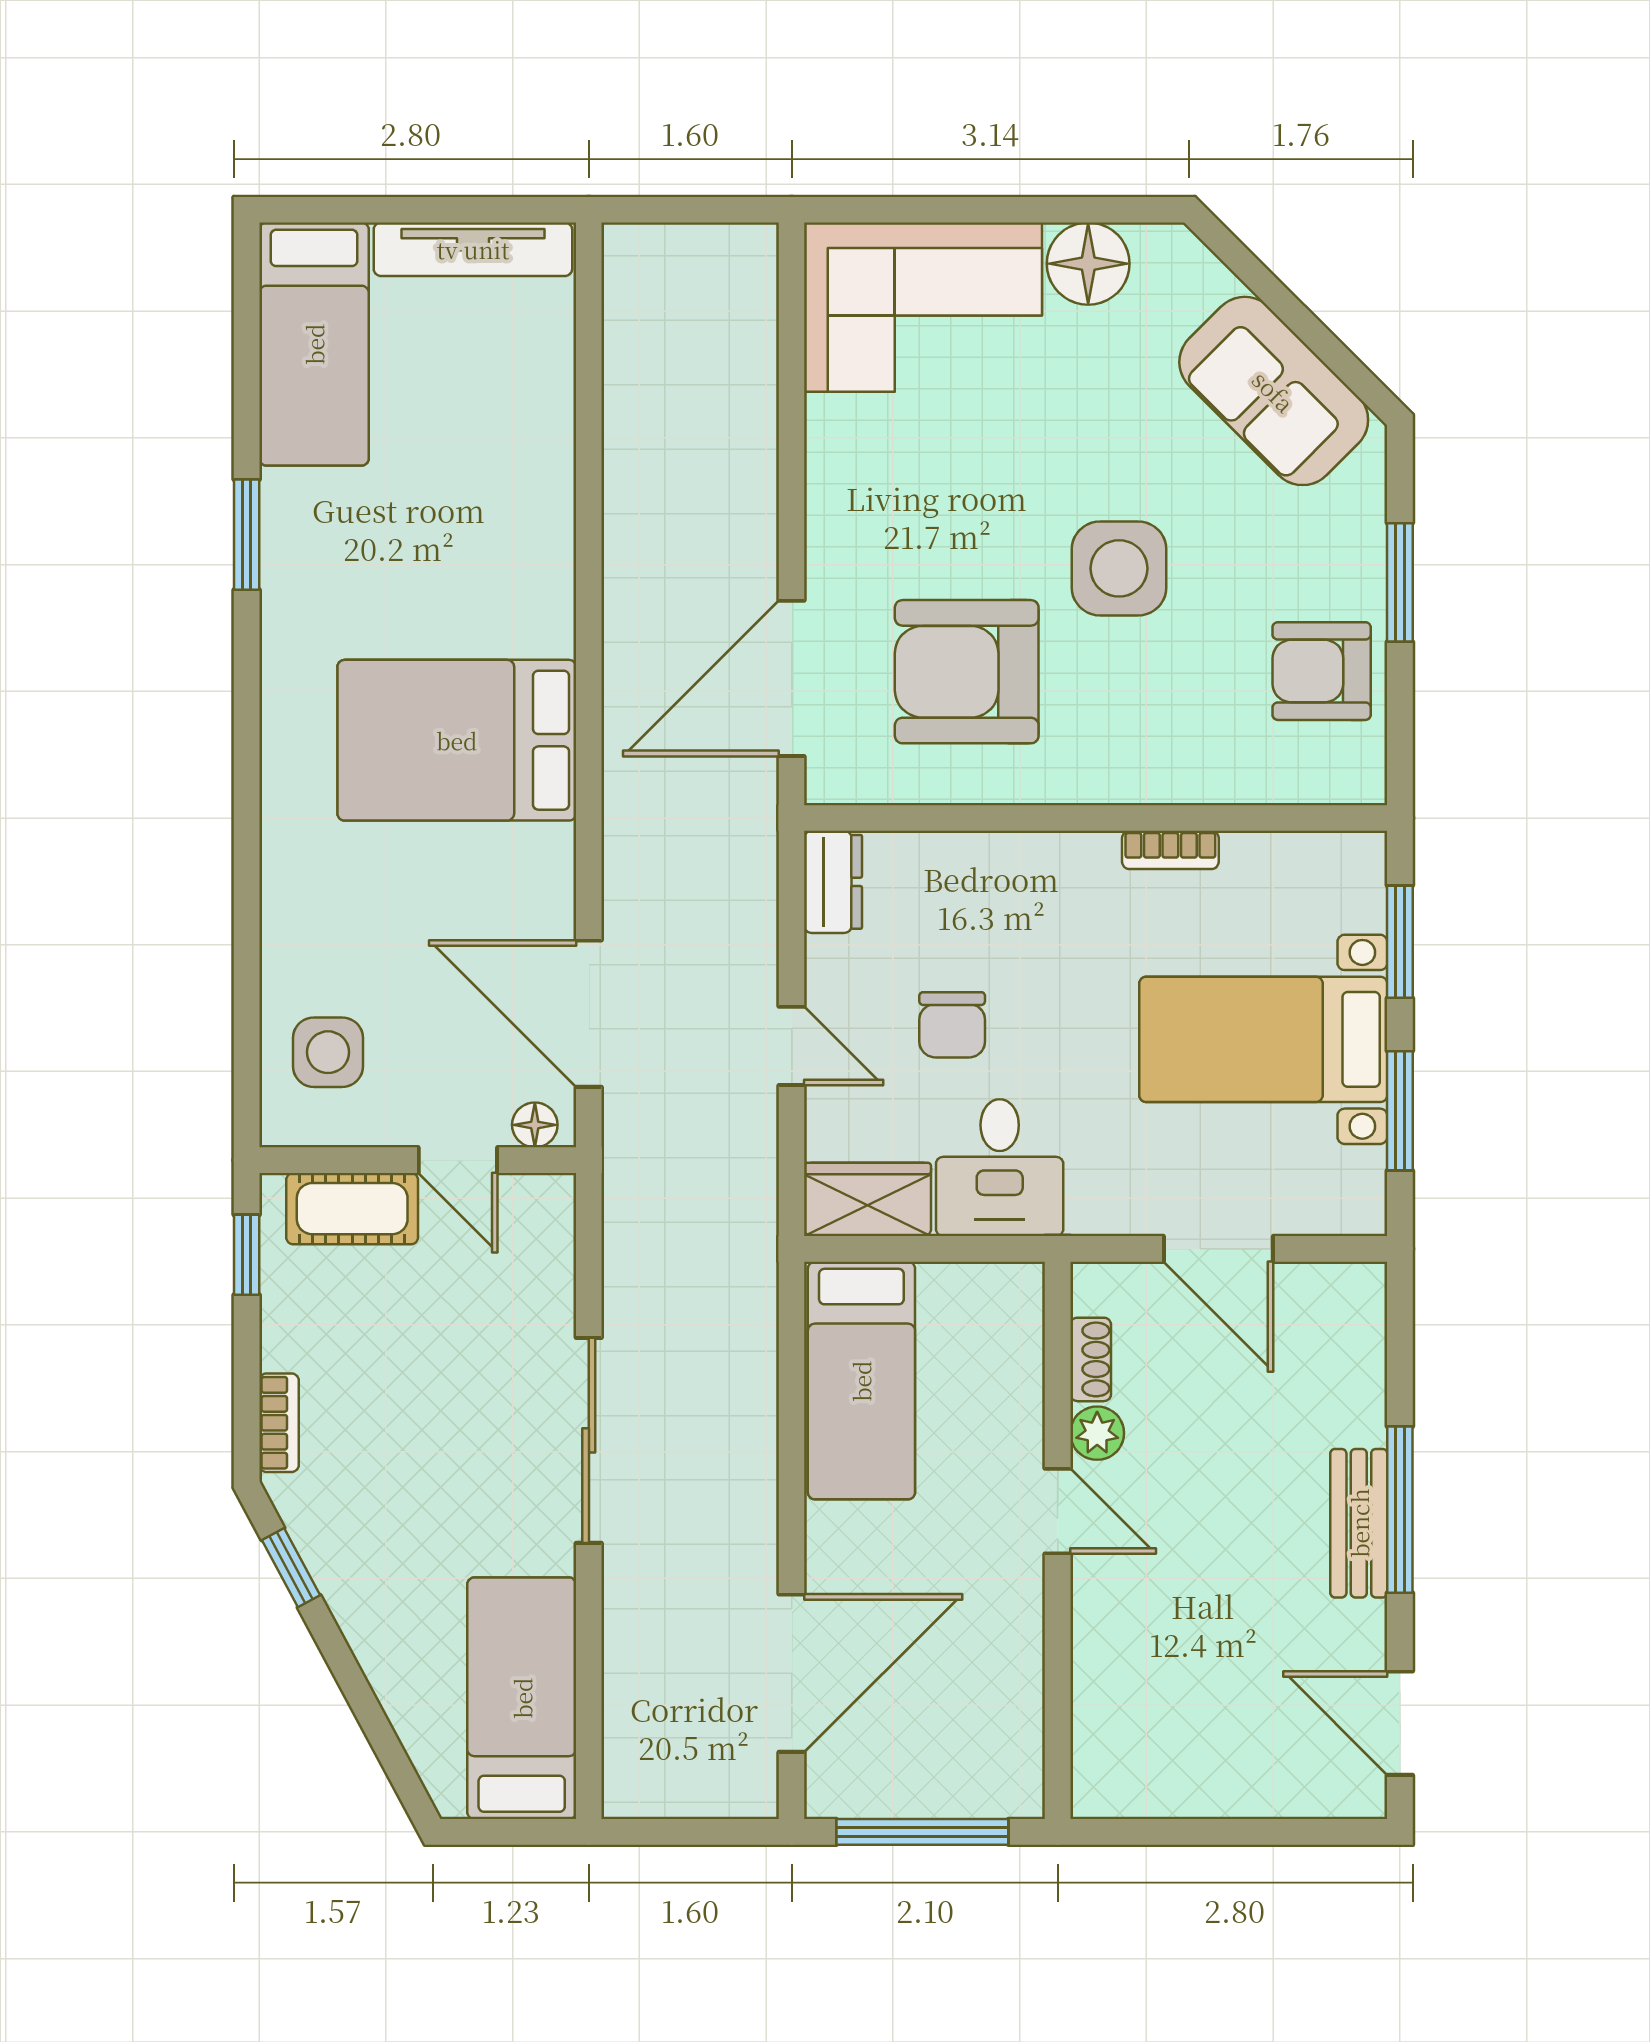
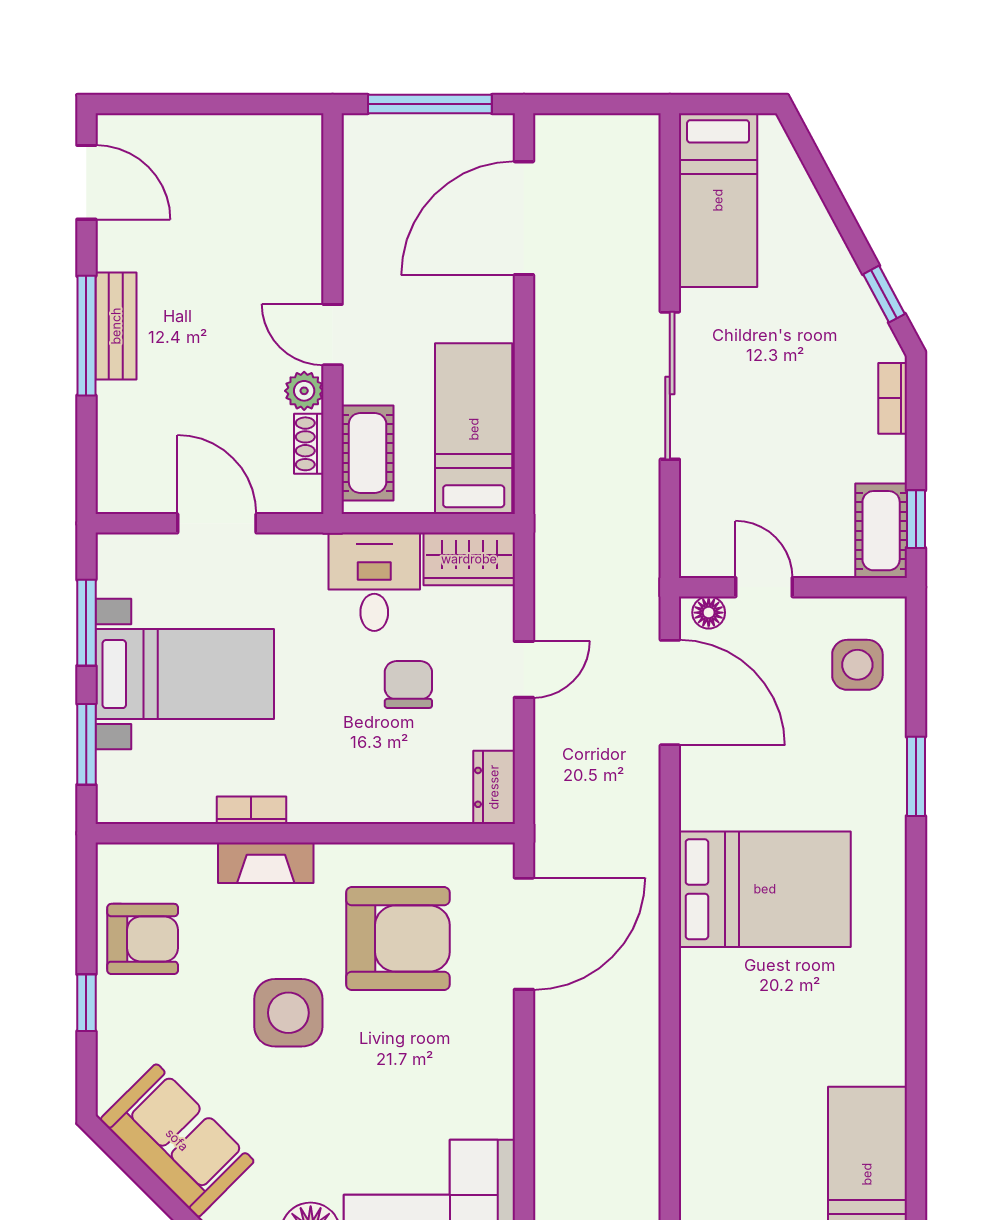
window: (247, 535) -> (916, 776), moved
window: (1400, 582) -> (86, 1003), width x0.67
fireplace: (1150, 777) -> (266, 863), added
door: (792, 1046) -> (524, 669), swing flipped
cot: (352, 1209) -> (881, 531), moved, turned 90
cot: (1009, 1347) -> (368, 453), added

